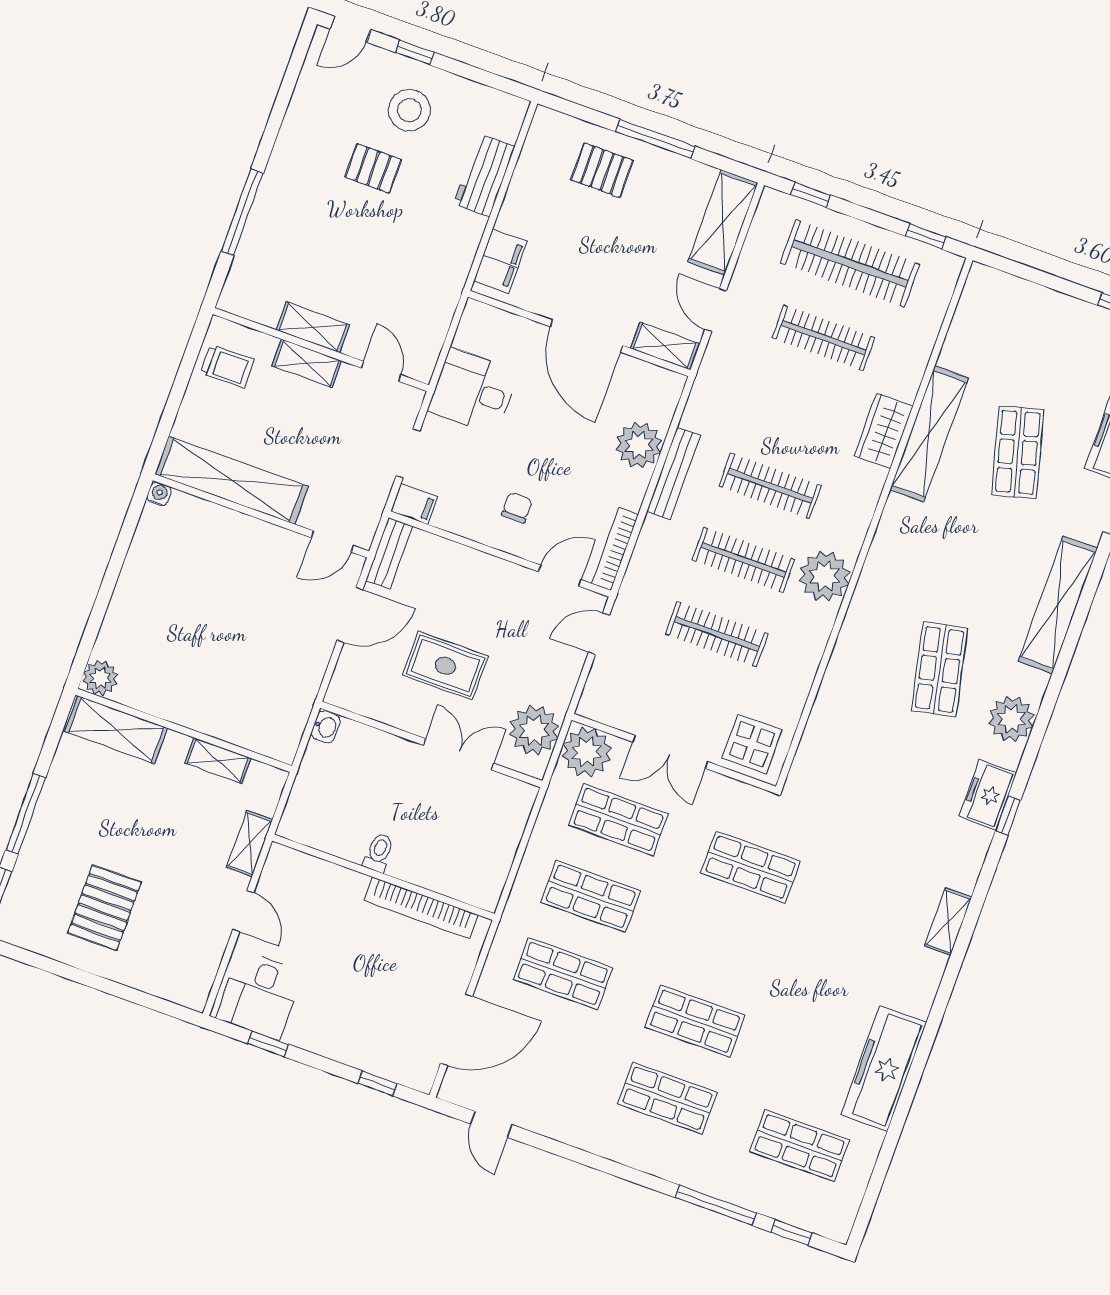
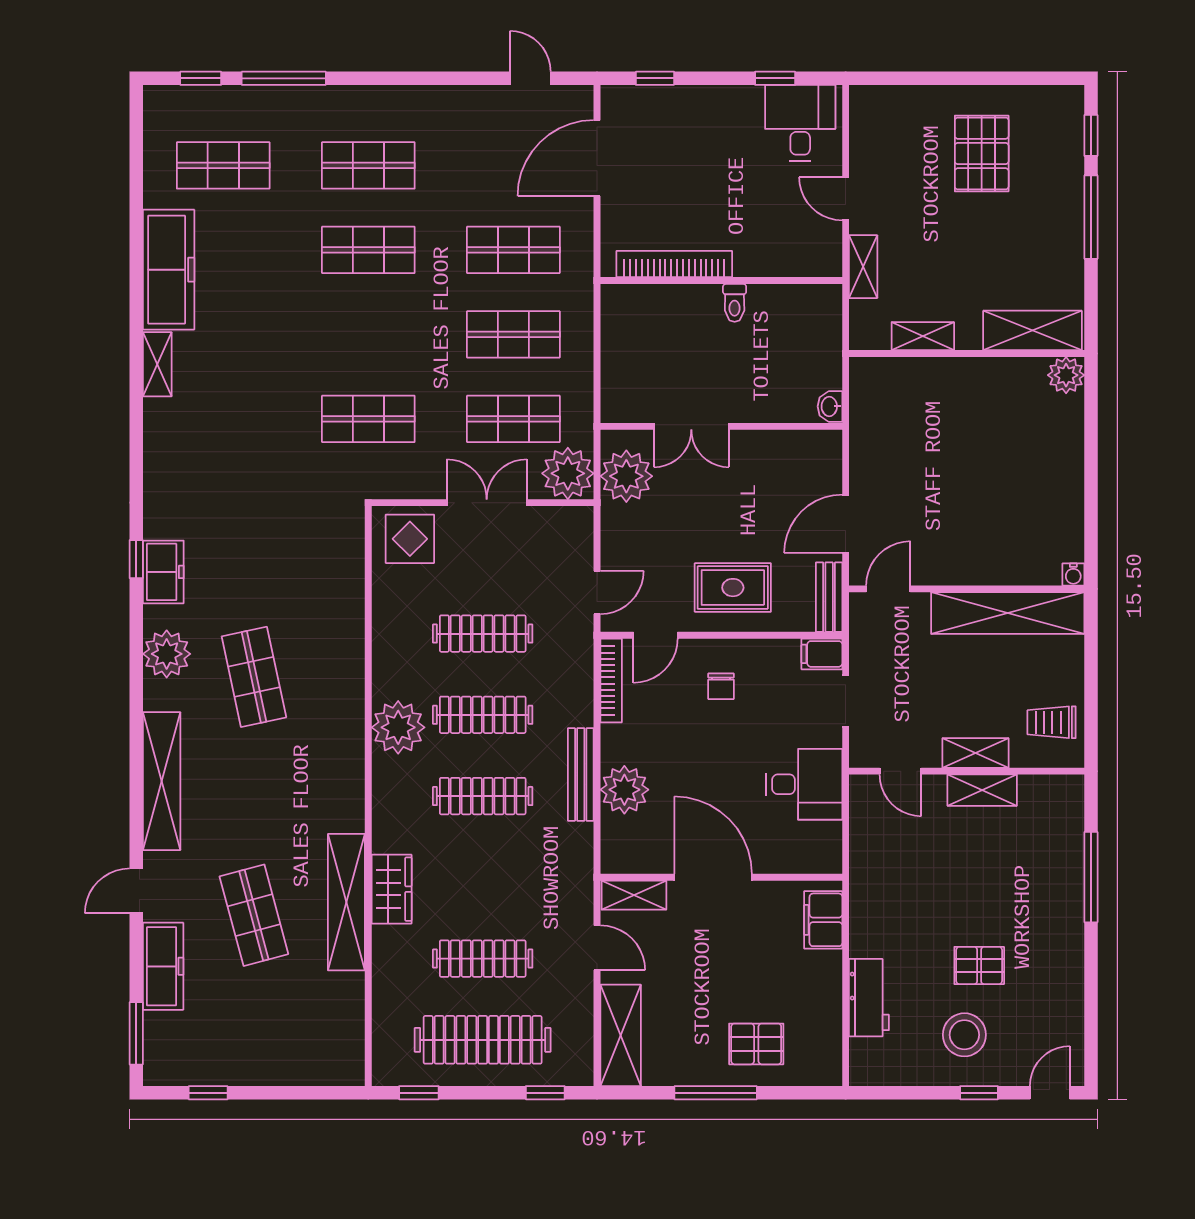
rug: (445, 666) -> (733, 588), moved
shelving: (948, 922) -> (157, 364), moved

